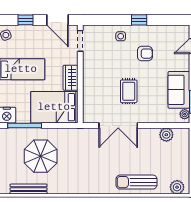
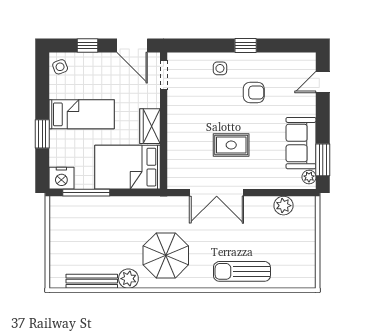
rug: (129, 91) -> (231, 145), turned 90
parasol: (41, 156) -> (166, 255), moved
plant: (177, 187) -> (128, 279), moved

